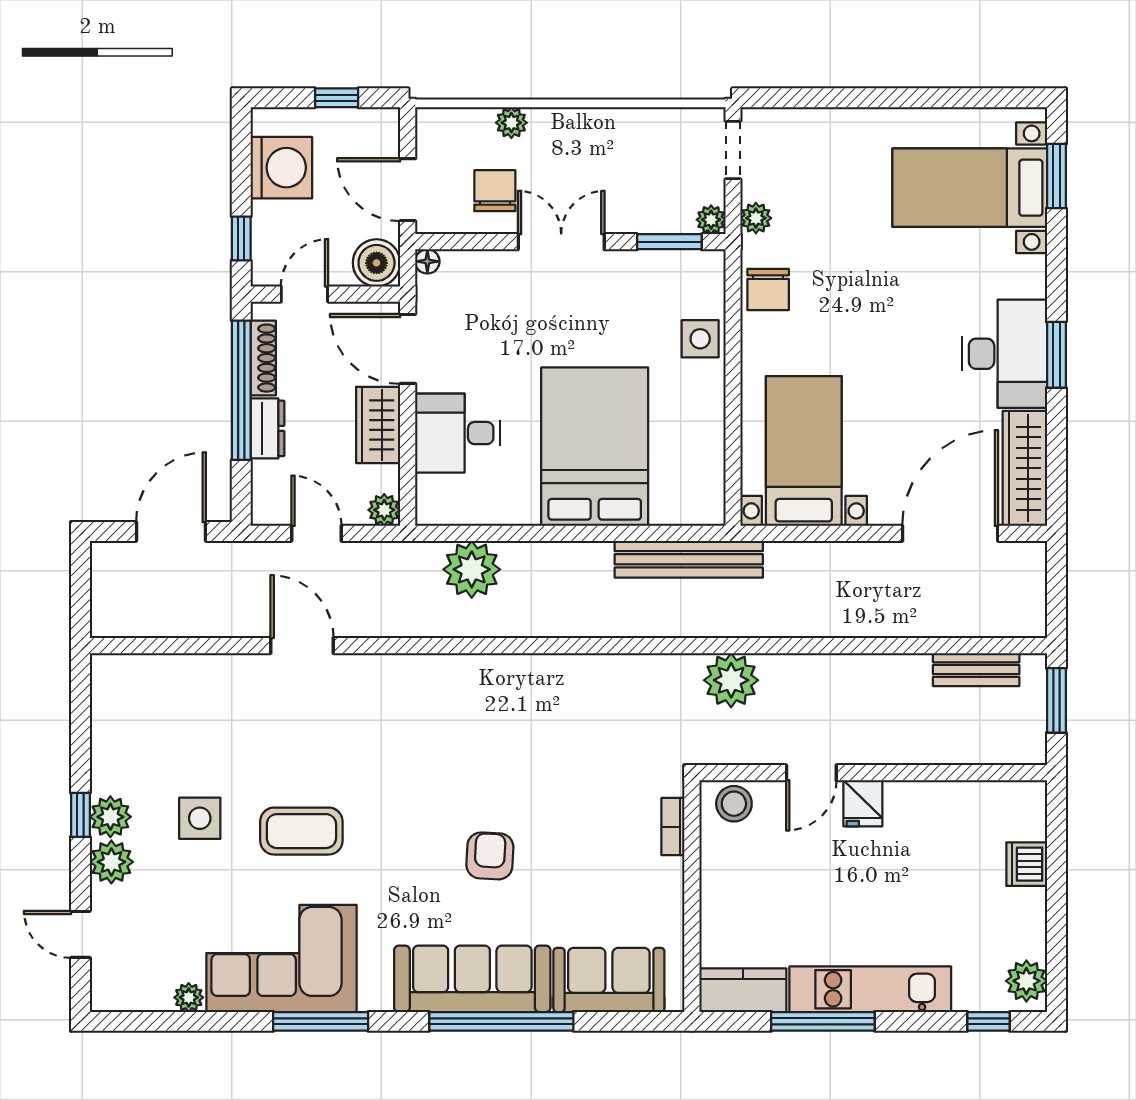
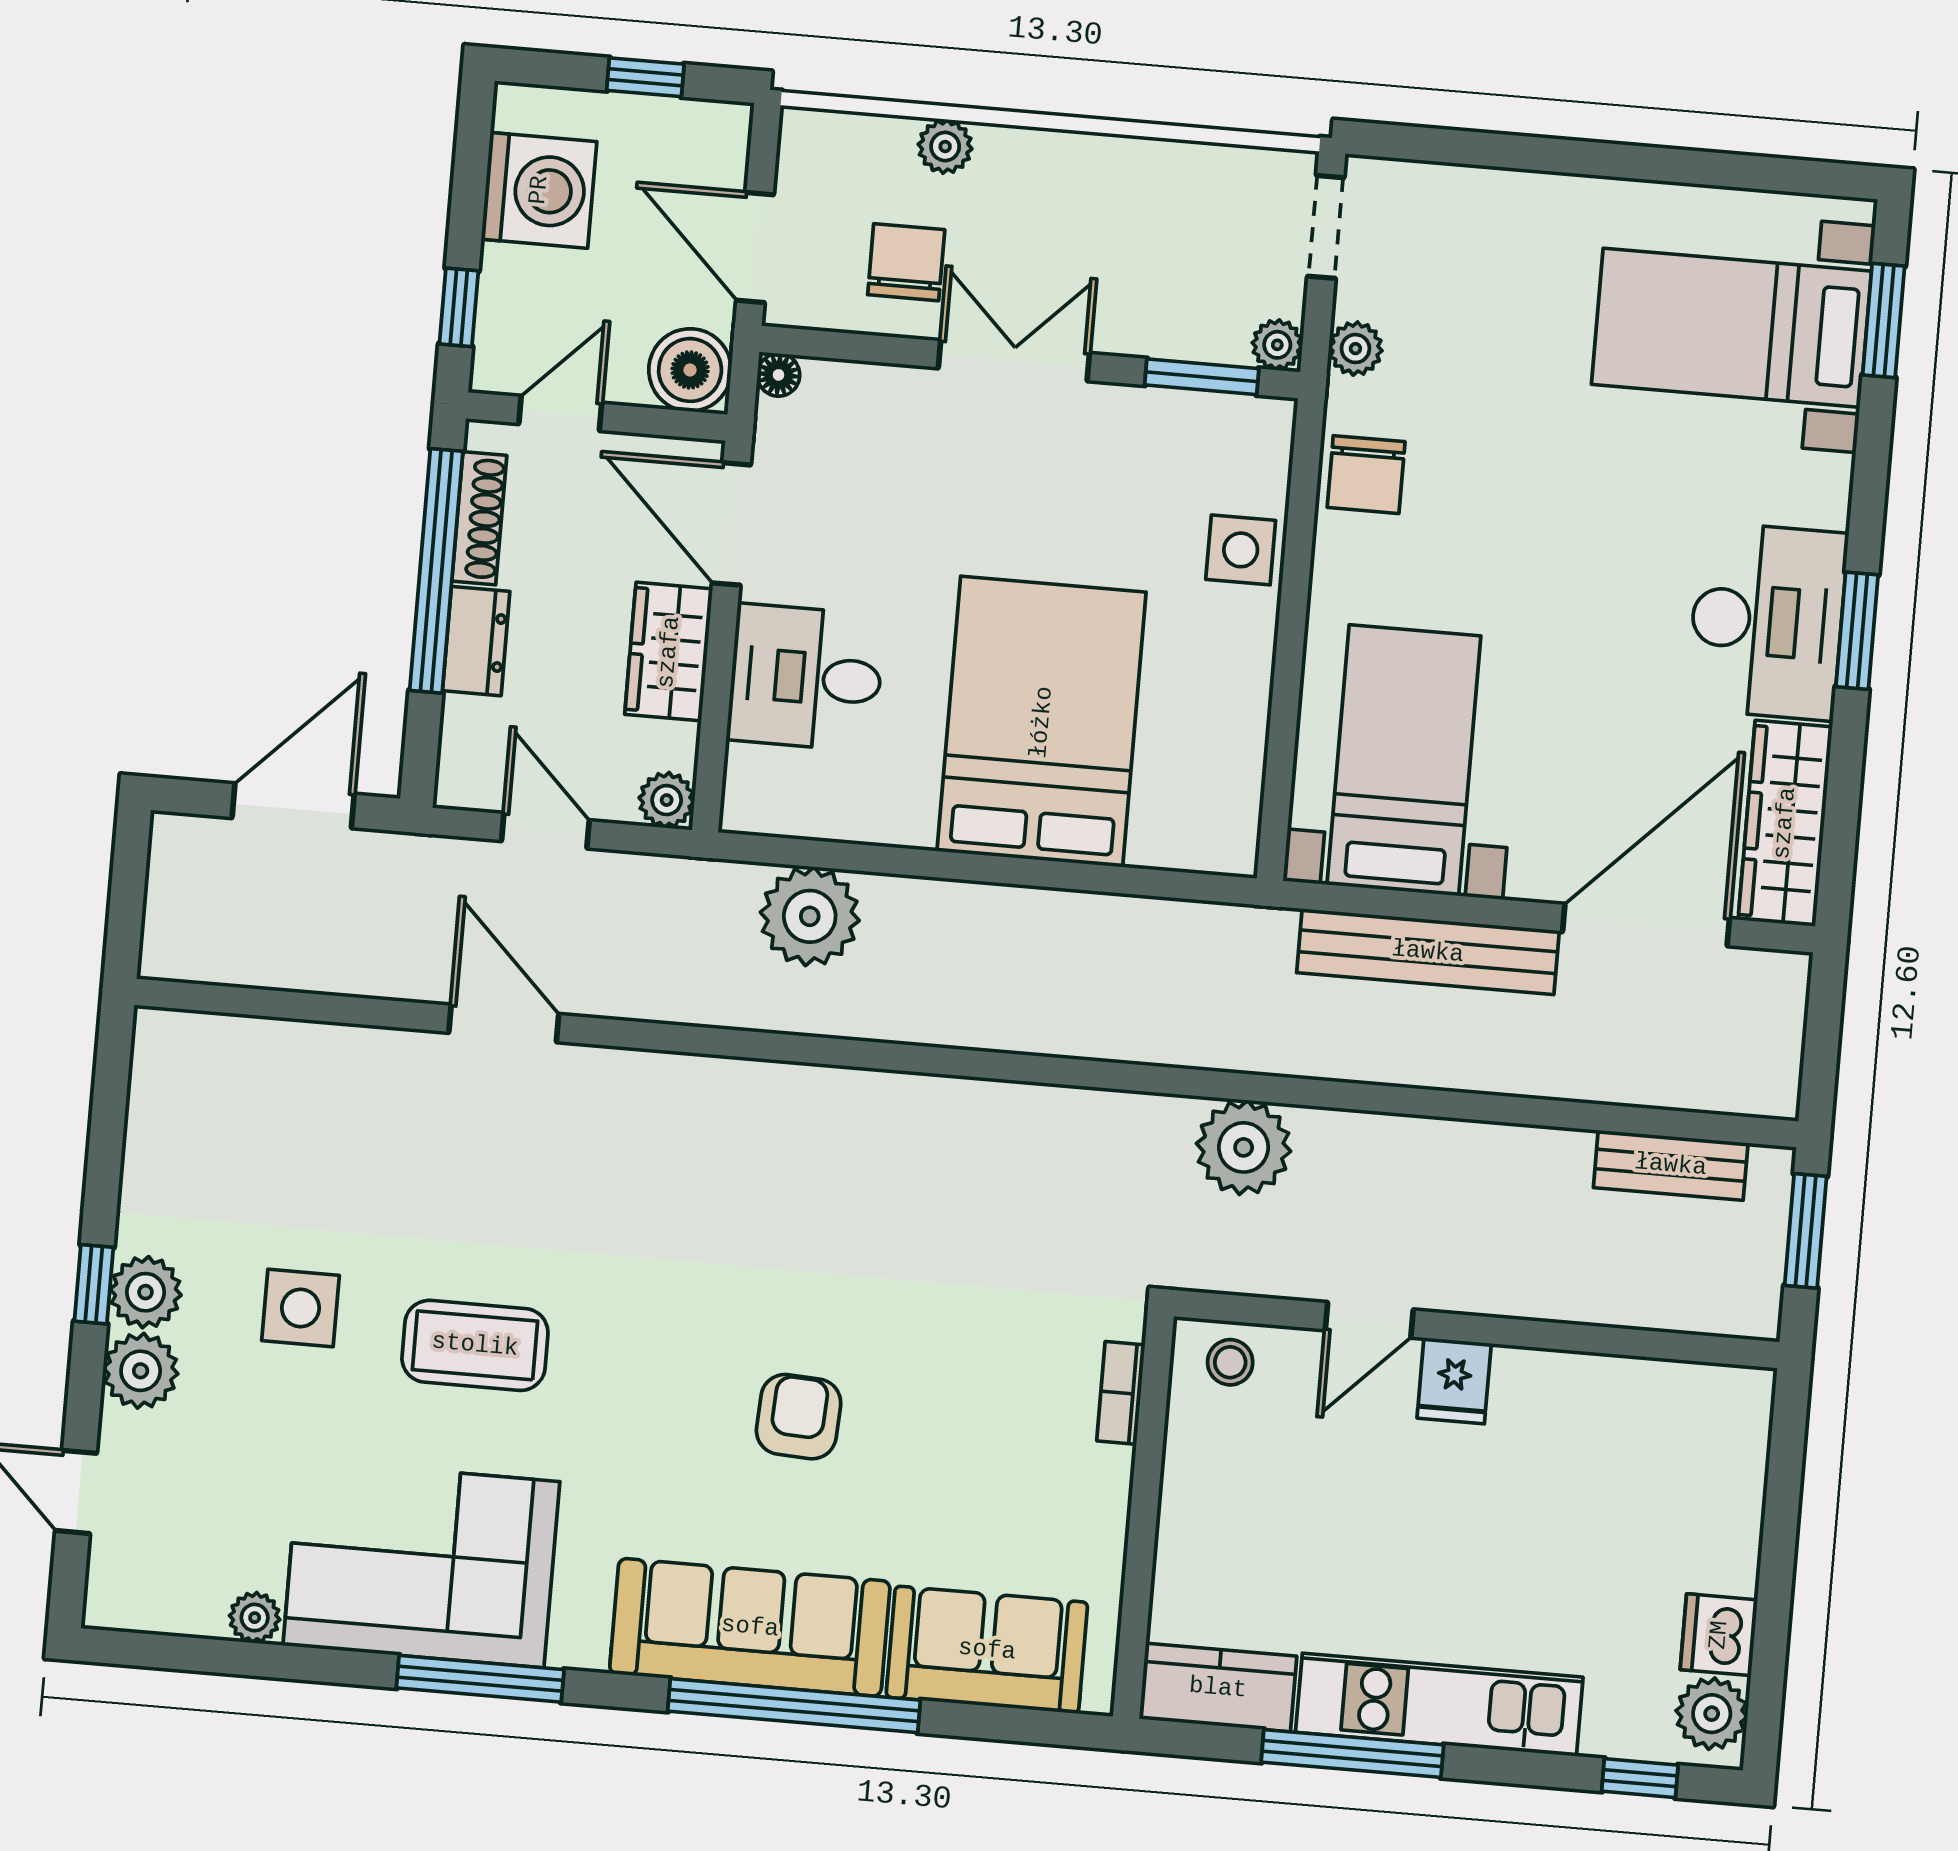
bench: (689, 559) -> (1428, 952), moved
stool: (734, 804) -> (1230, 1362), width x0.73, depth x0.73
dishwasher: (1027, 864) -> (1719, 1635), moved

